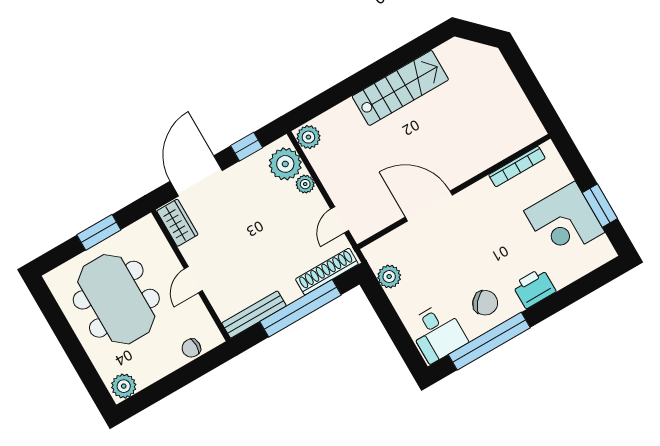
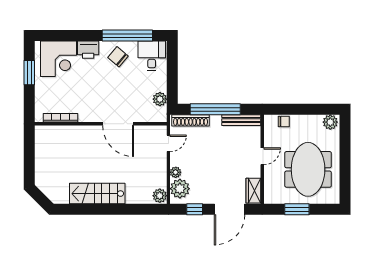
corner desk: (564, 222) -> (59, 59), moved, turned 90

